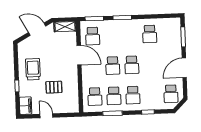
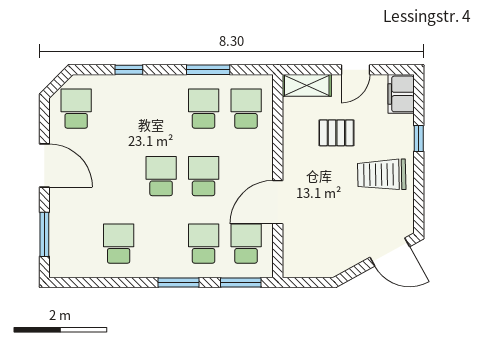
shelving: (65, 27) -> (307, 85), moved
door: (37, 29) -> (390, 252), moved
door: (79, 55) -> (278, 202), hinge flipped
door: (184, 68) -> (44, 165), hinge flipped
trolley: (33, 69) -> (382, 175), turned 89
school desk: (133, 95) -> (204, 244), moved
door: (46, 116) -> (356, 70), hinge flipped

